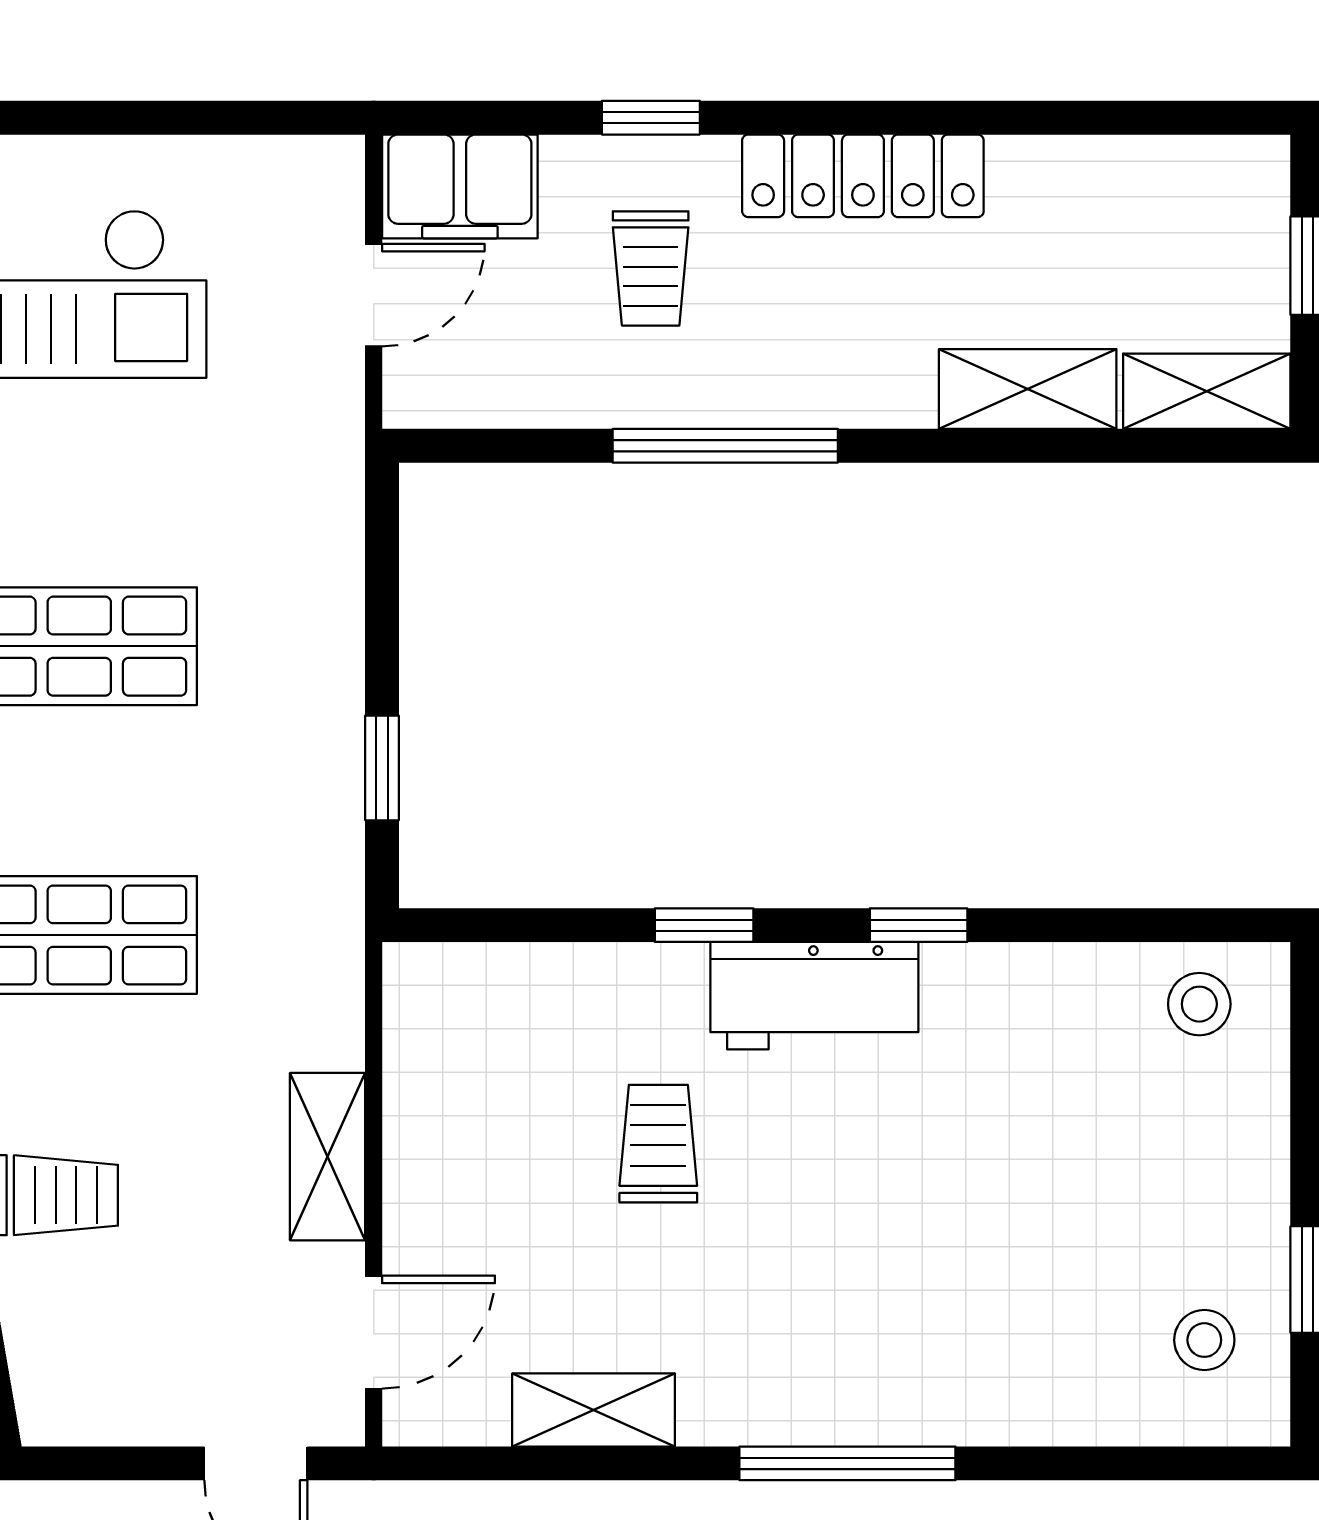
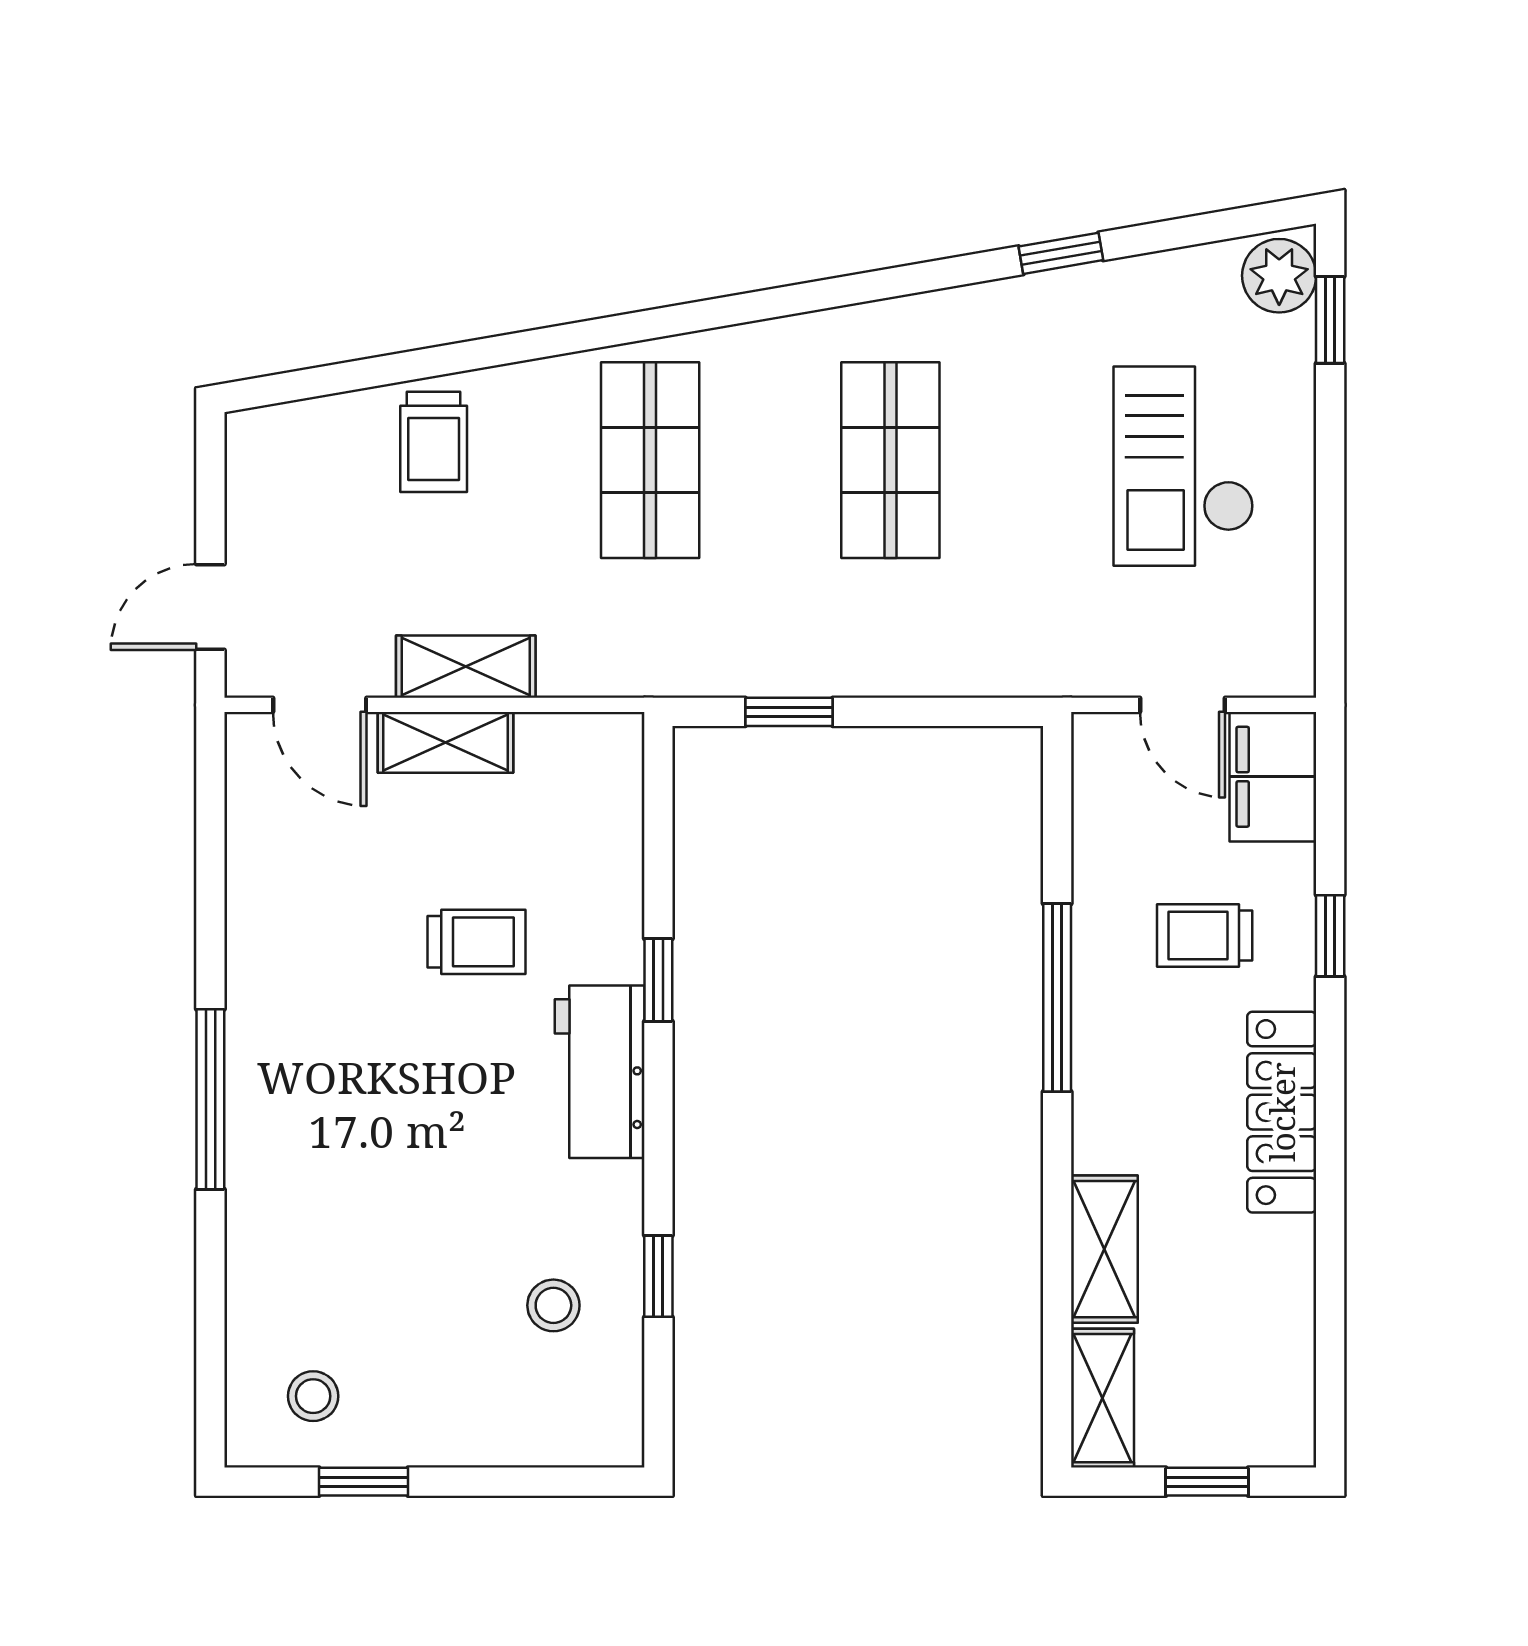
window: (919, 925) -> (658, 1276), moved
stool: (1199, 1004) -> (553, 1305), moved
shelving: (594, 1410) -> (445, 742), moved, turned 90

